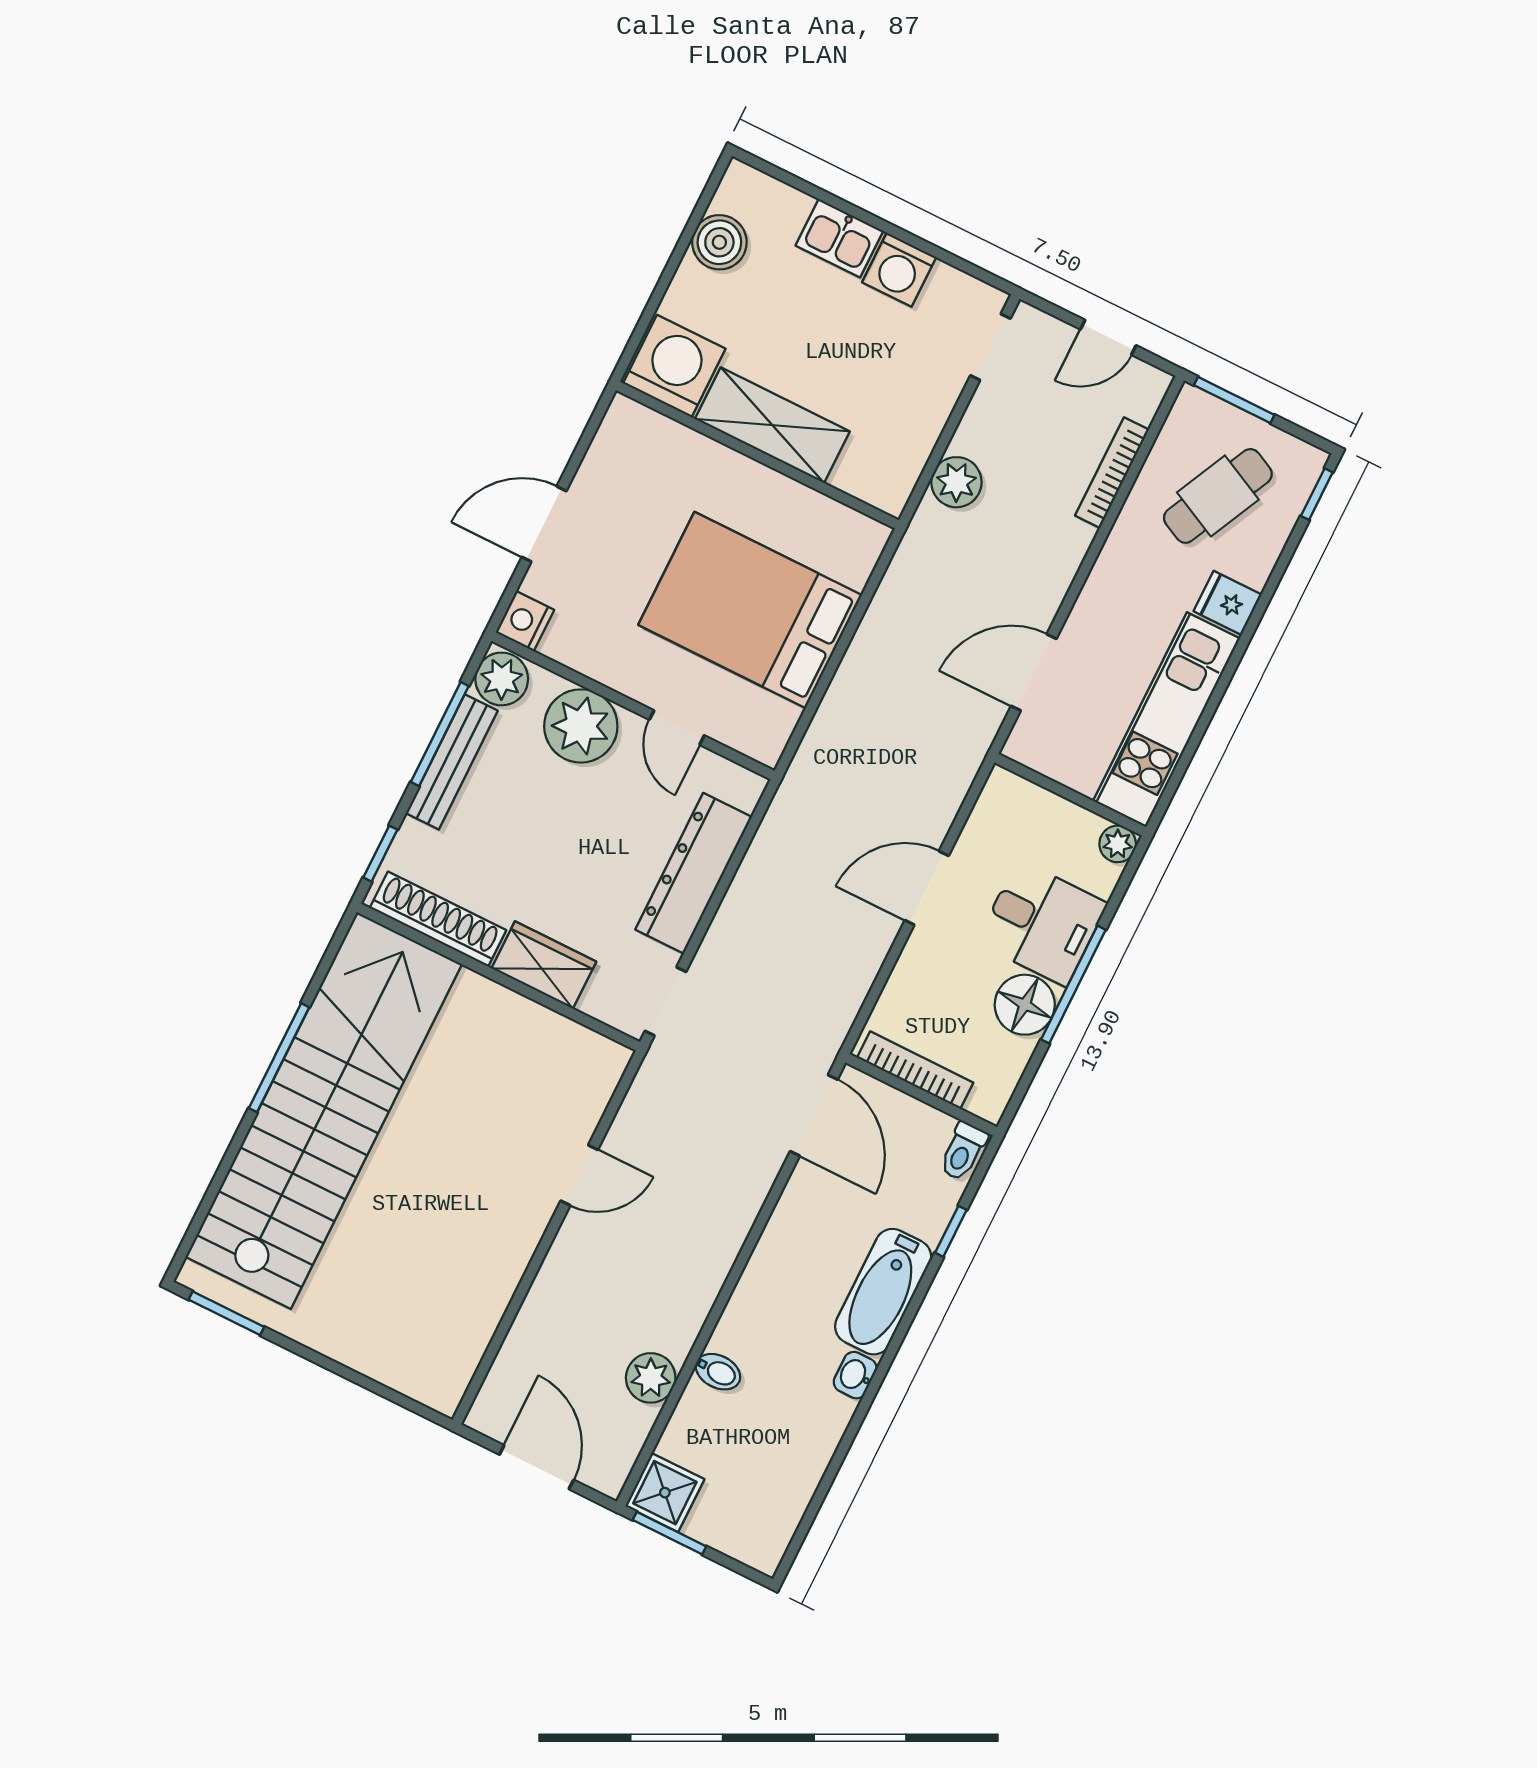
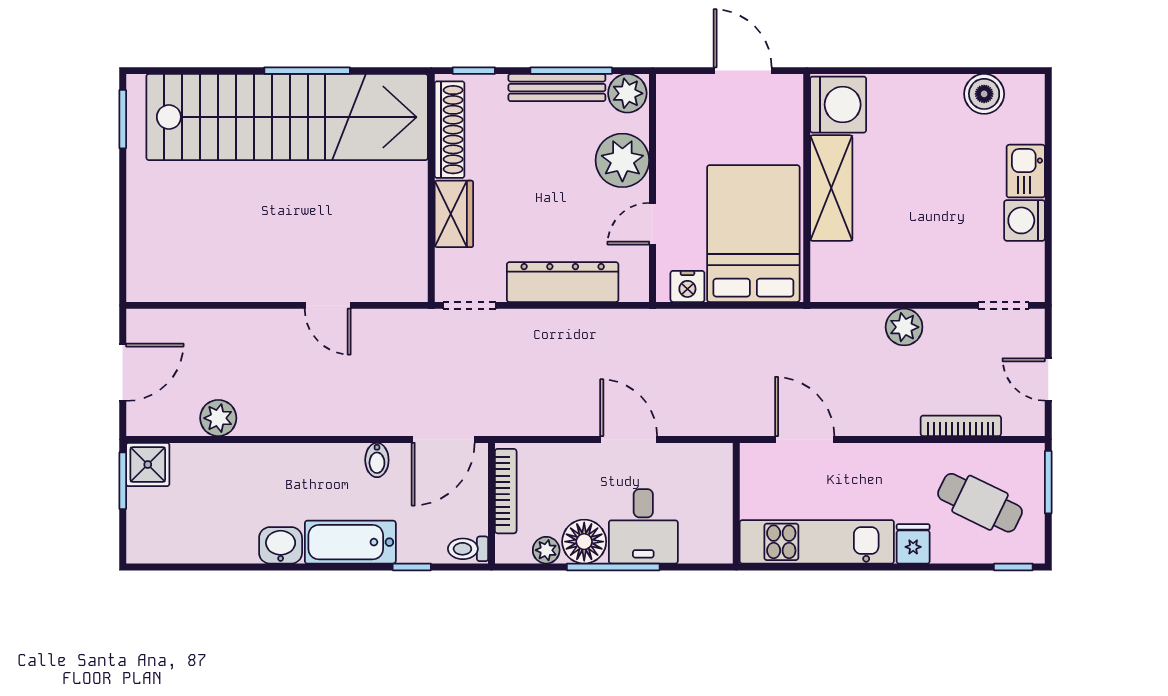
washing machine: (674, 366) -> (838, 105), moved
shelving: (772, 425) -> (831, 188), moved
wall: (757, 455) -> (807, 188), moved
nightstand: (525, 621) -> (687, 286), moved, turned 180
plant: (1118, 844) -> (546, 550), moved
bidet: (718, 1372) -> (377, 460), moved
washbasin: (855, 1375) -> (281, 545), width x1.38, depth x1.45

